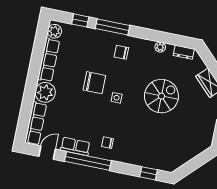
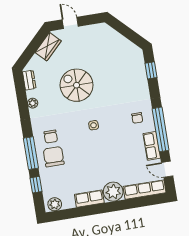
row of seats: (49, 60) -> (89, 199), width x0.68
chair: (94, 83) -> (54, 157), moved

